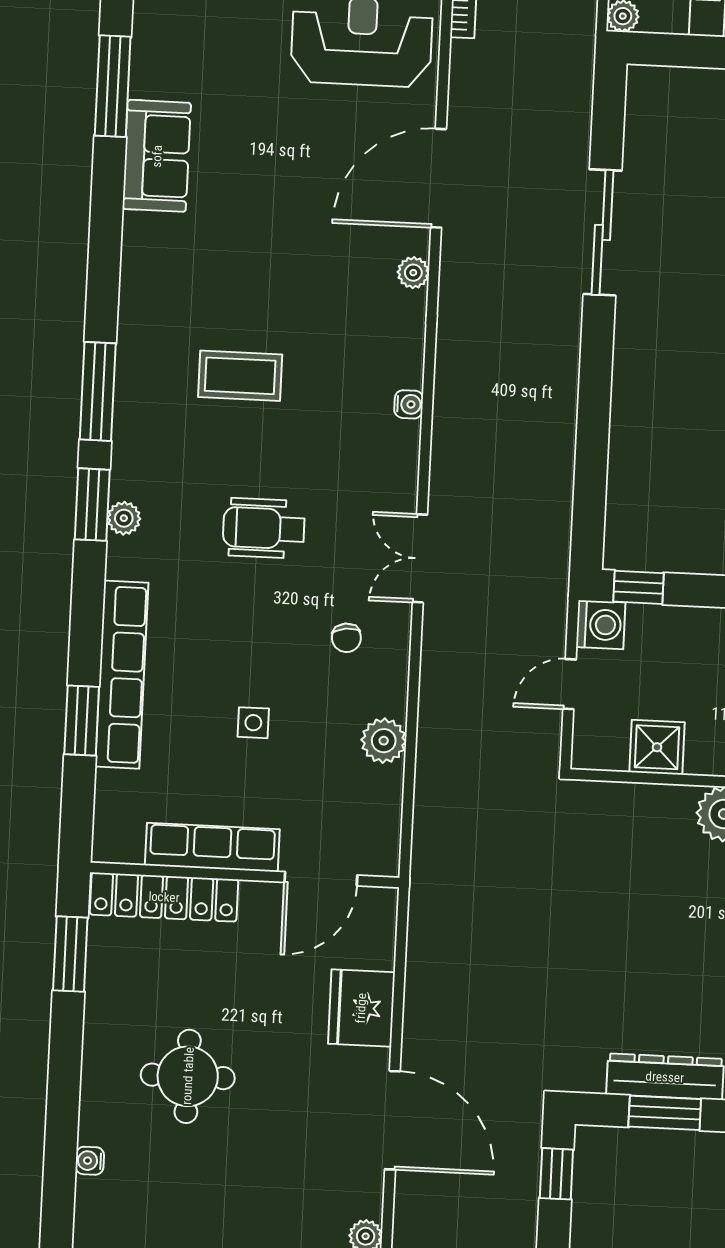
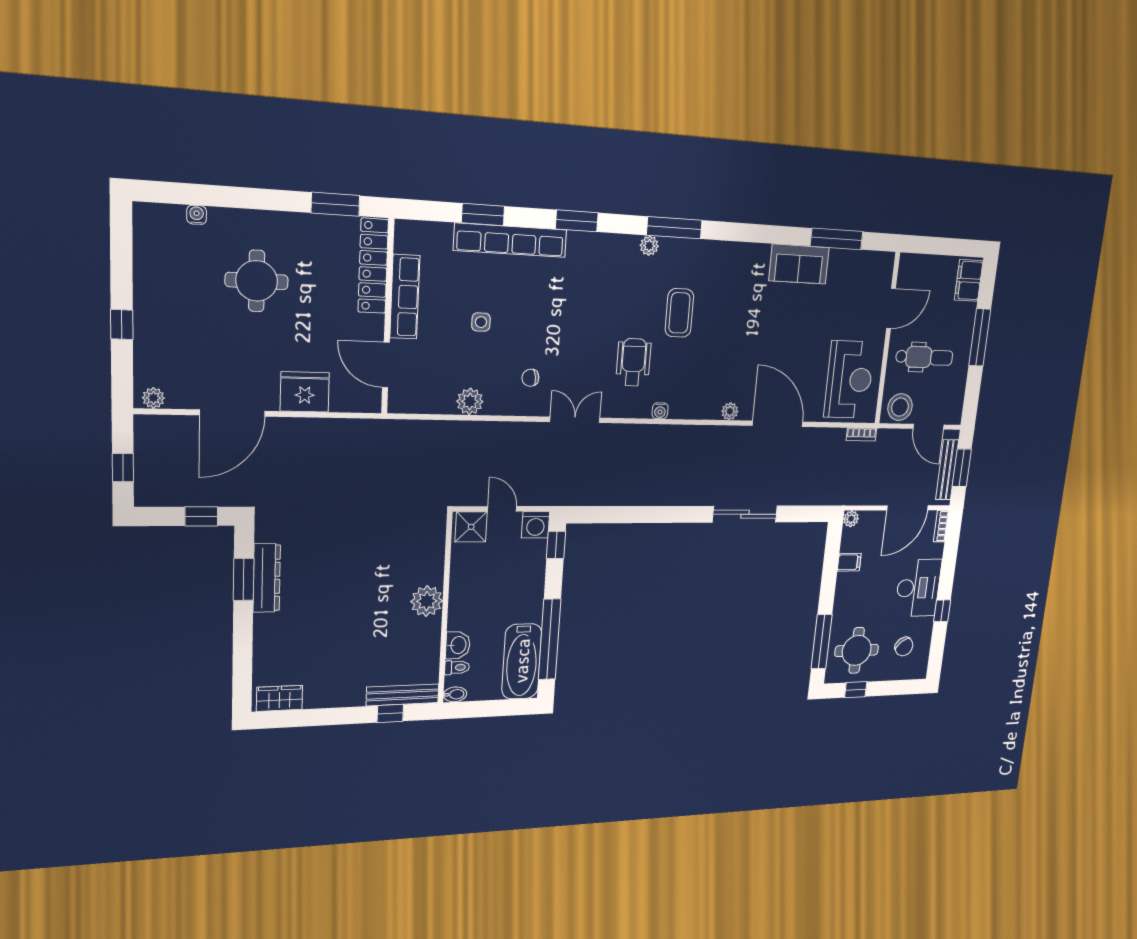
window: (92, 505) -> (577, 221), moved
plant: (124, 518) -> (649, 246), moved
wheelchair: (264, 528) -> (633, 362), moved
shower: (657, 747) -> (471, 527), moved

